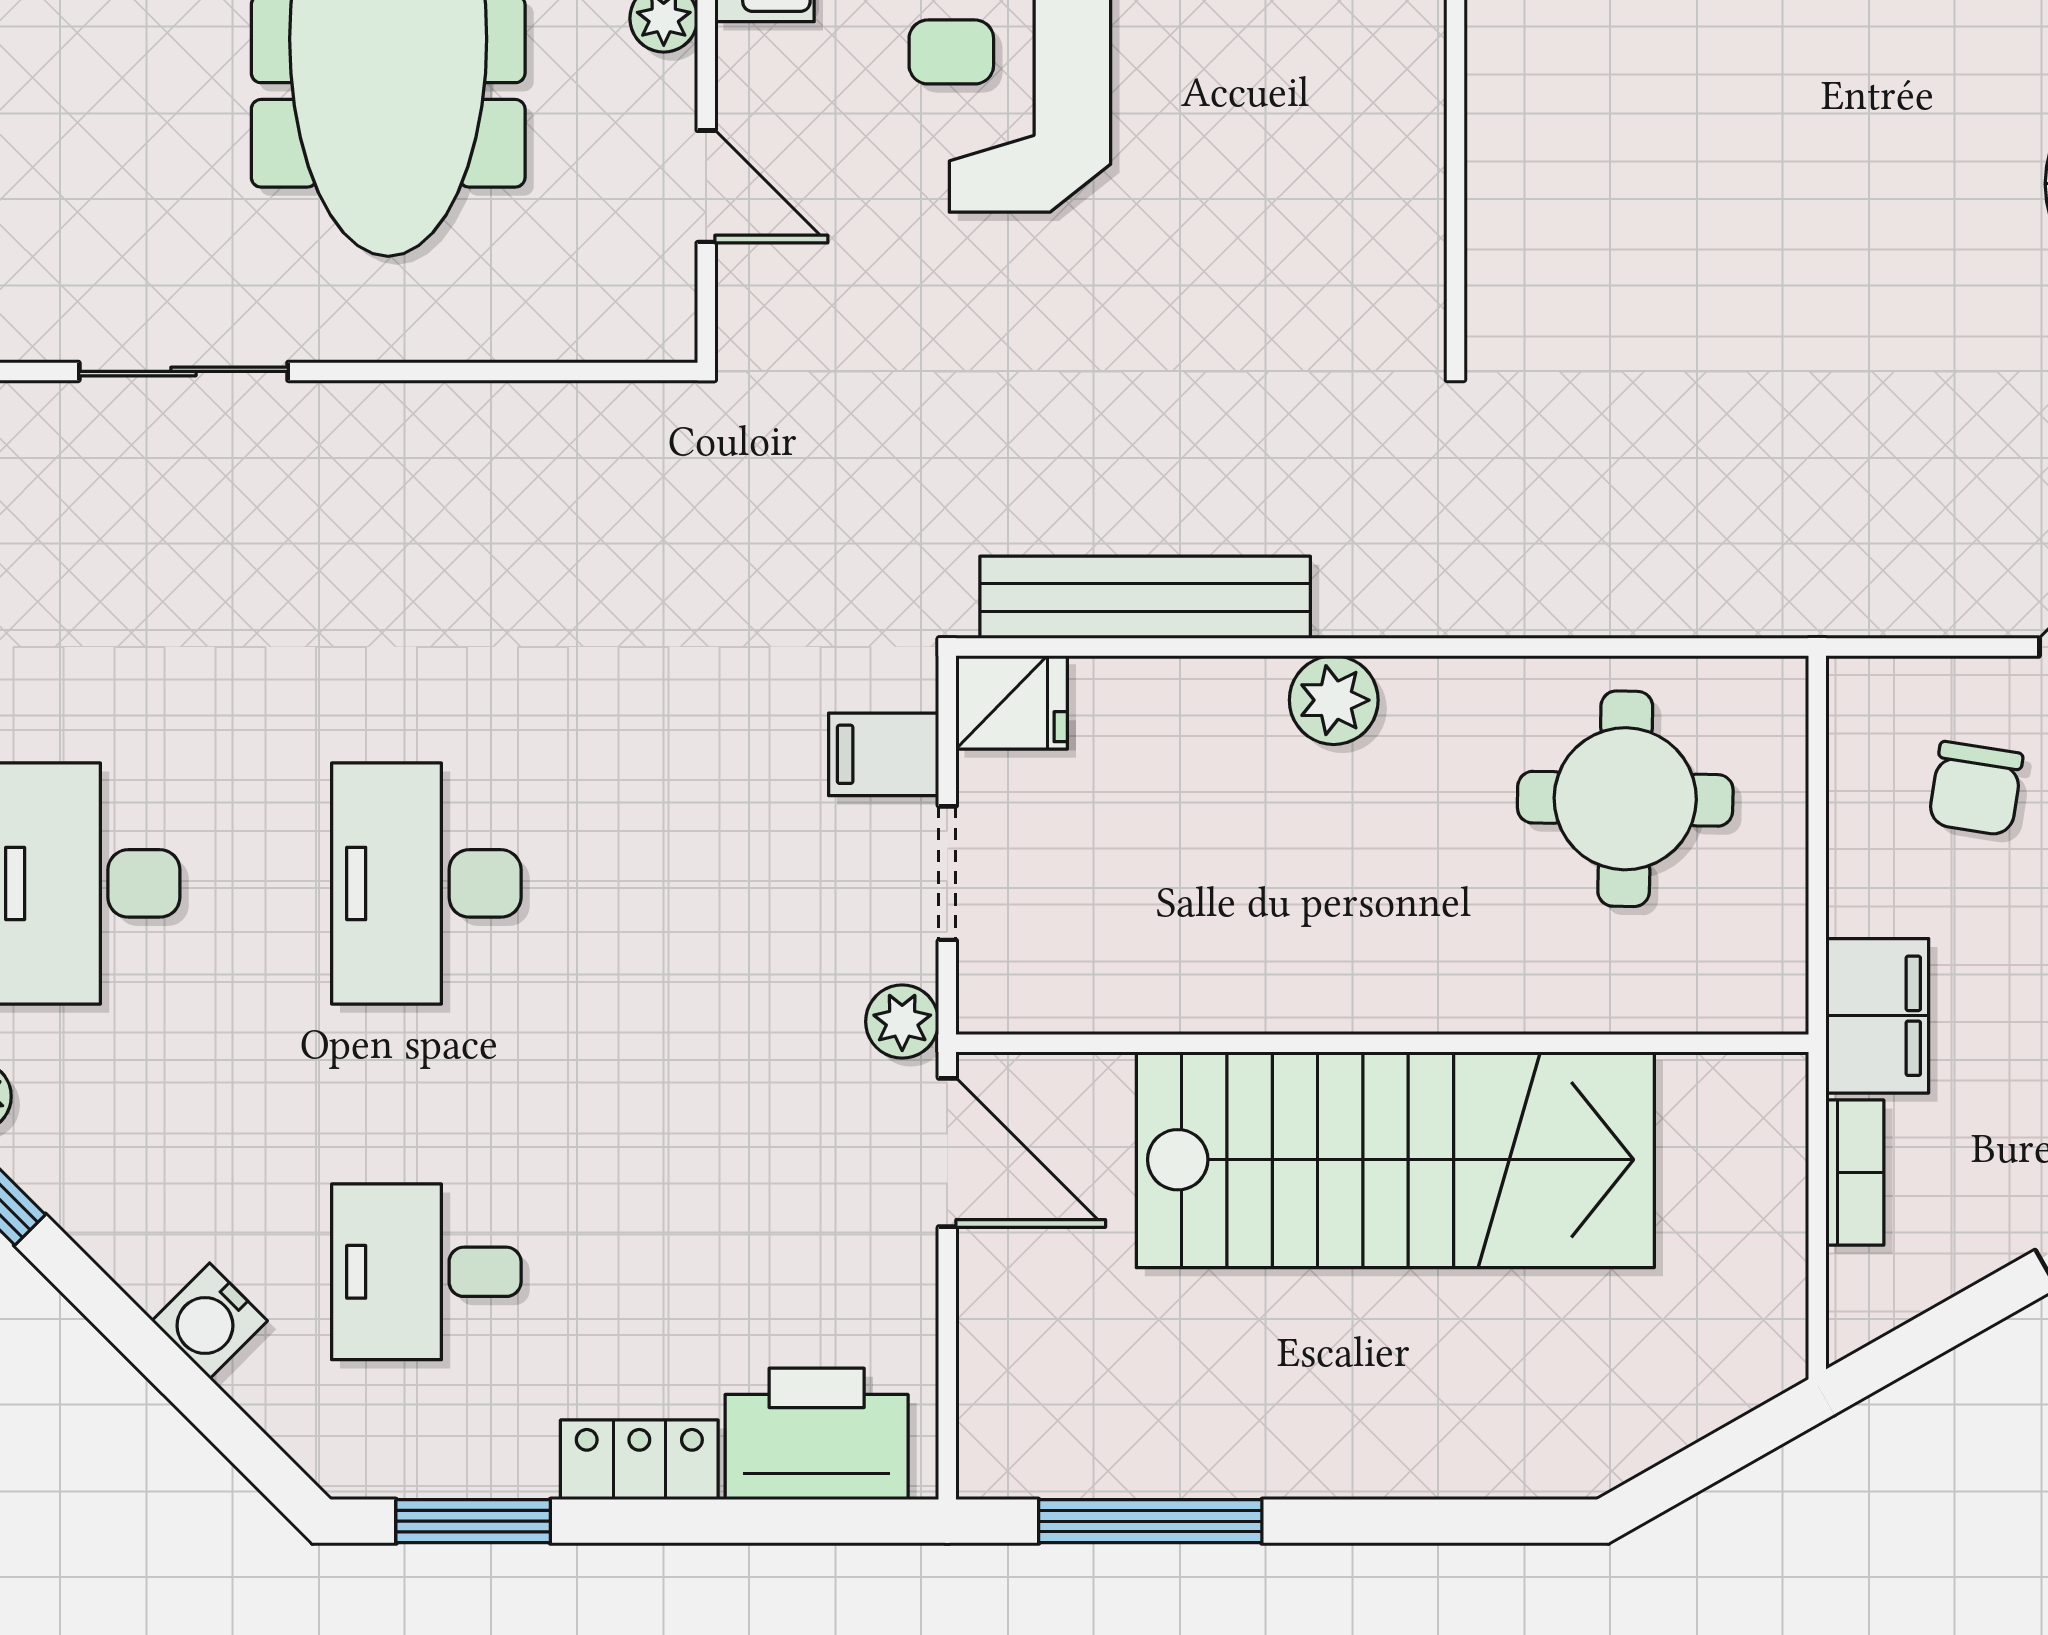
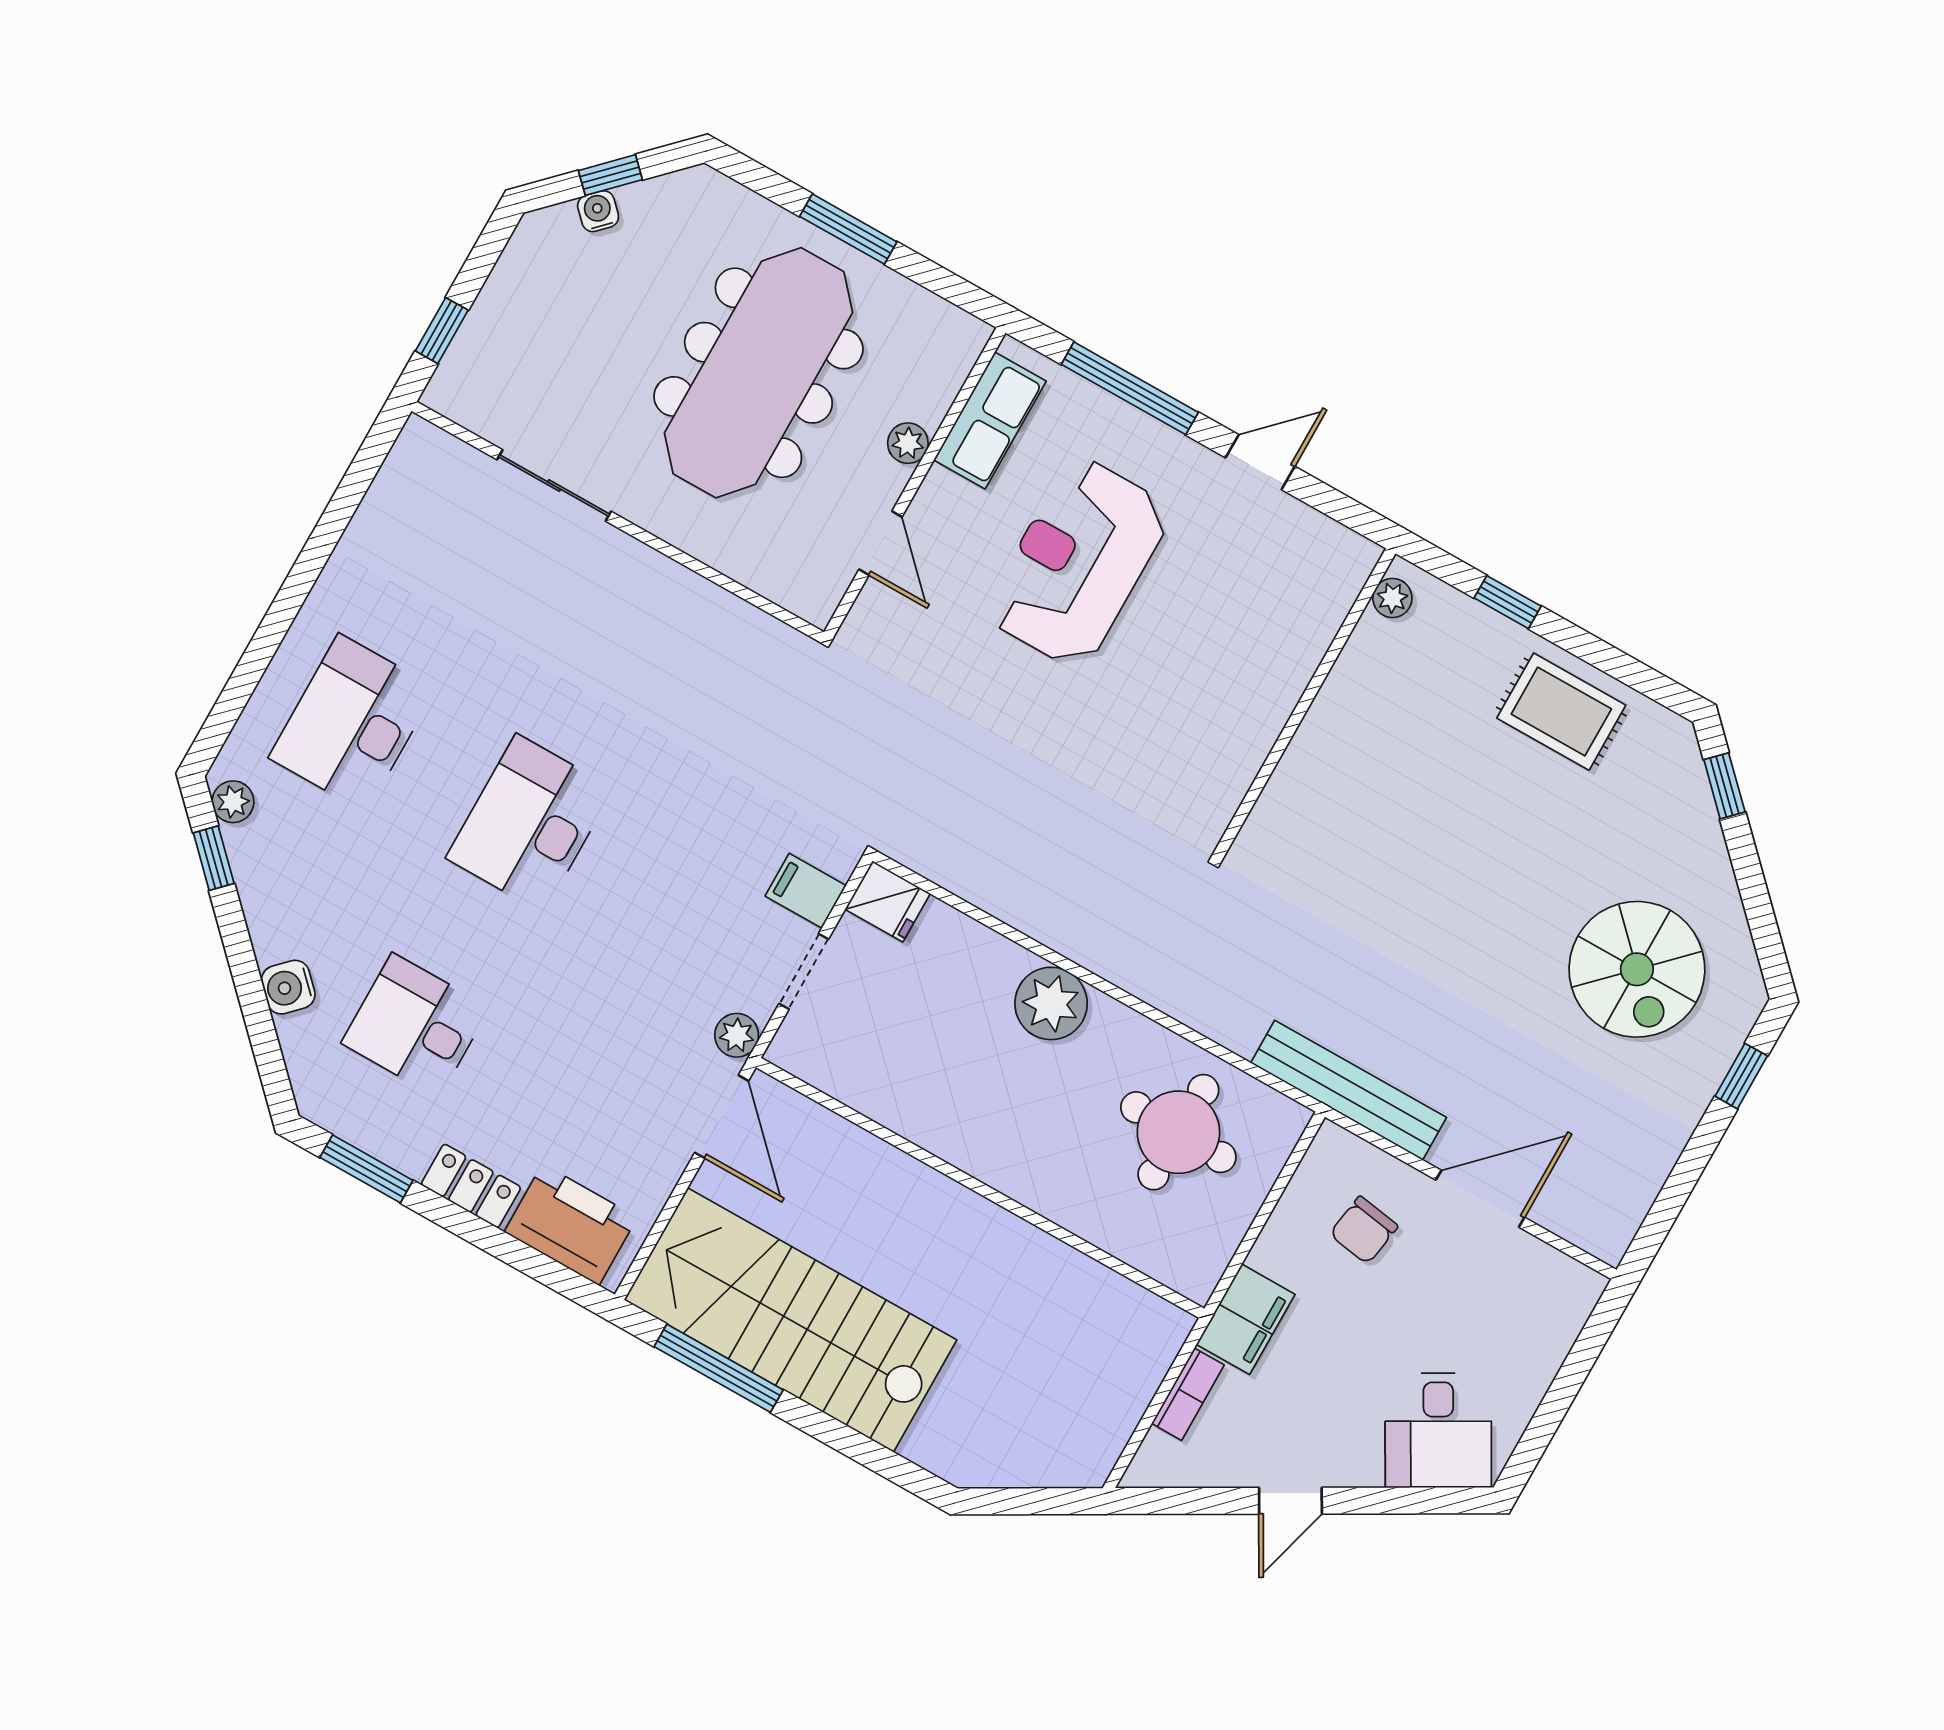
bench: (1145, 597) -> (1349, 1090), moved
plant: (1334, 700) -> (1051, 1003), width x1.36, depth x1.36
stairs: (1395, 1160) -> (790, 1320), moved, turned 180

